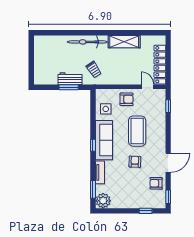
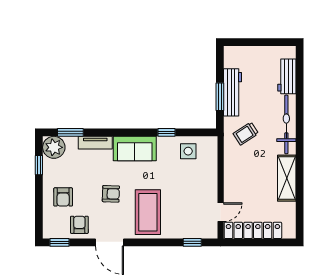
workbench: (55, 41) -> (287, 76), added
workbench: (70, 79) -> (233, 92), width x1.37
armchair: (127, 99) -> (63, 197), moved
coffee table: (137, 131) -> (148, 212), moved, turned 90
sofa: (104, 140) -> (135, 149), width x0.73
window: (93, 145) -> (167, 132), moved
window: (146, 211) -> (39, 165), moved

